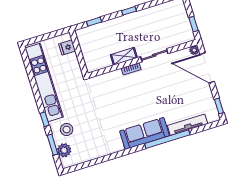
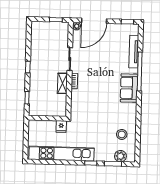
fridge: (67, 47) -> (61, 126), moved
stool: (67, 129) -> (122, 134), moved
sofa: (144, 133) -> (129, 88), width x0.73

